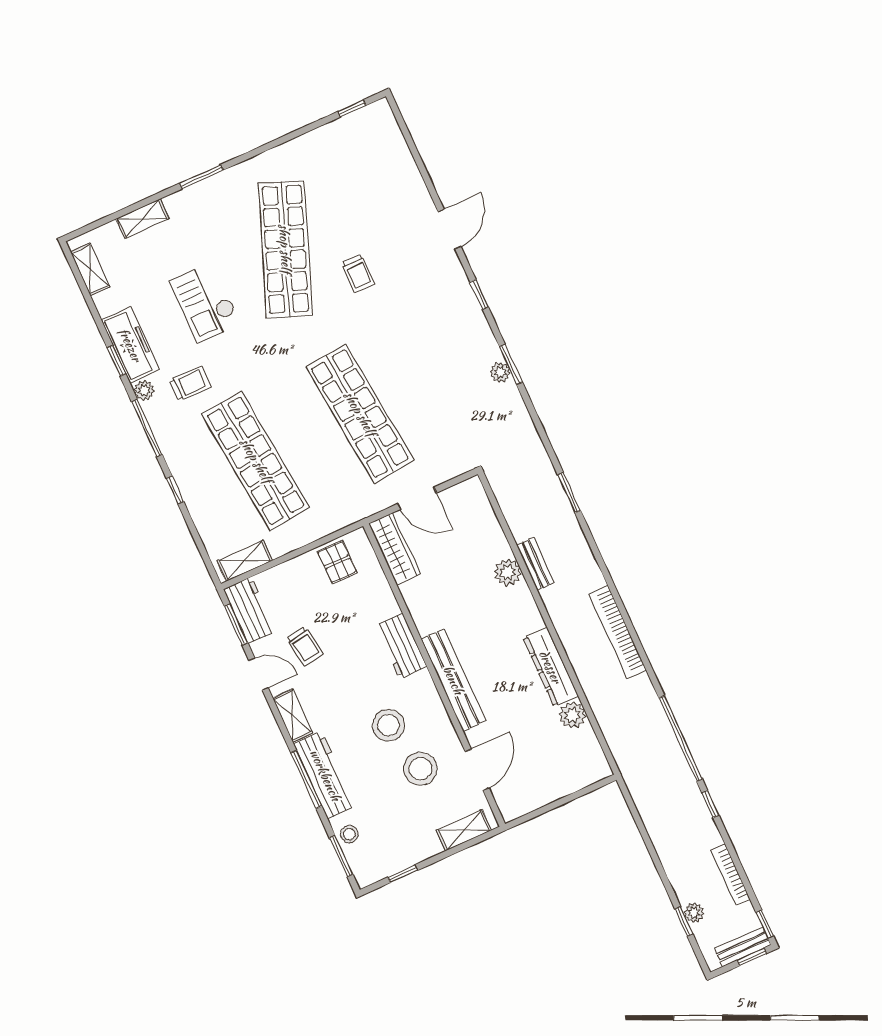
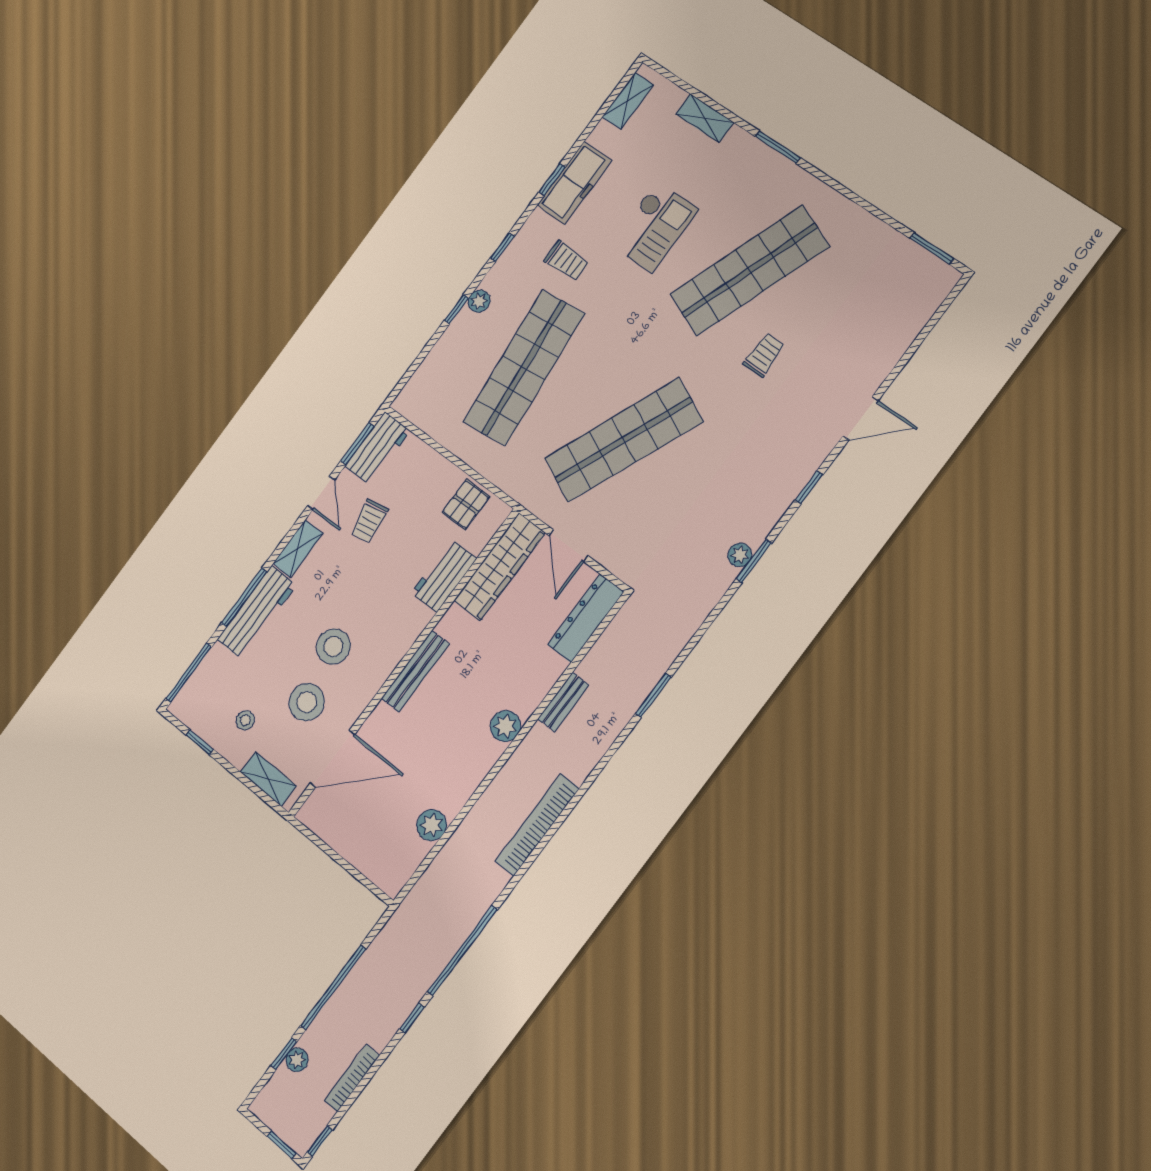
window: (352, 108) -> (932, 248), width x1.50
trolley: (358, 273) -> (764, 355), turned 180
checkout: (205, 302) -> (654, 227), turned 180
plant: (144, 390) -> (479, 301), moved
shop shelf: (360, 414) -> (623, 440), turned 30
window: (147, 428) -> (502, 247), width x0.46
wardrobe: (395, 549) -> (499, 567), width x1.40, depth x1.17
shelving: (245, 561) -> (422, 415), removed
plant: (508, 572) -> (505, 726), moved
workbench: (401, 646) -> (444, 576), moved
dresser: (550, 667) -> (586, 618), moved
bench: (453, 680) -> (415, 671), width x0.73, depth x0.82
door: (477, 770) -> (332, 759), width x1.36
stool: (349, 834) -> (245, 720), moved
window: (341, 856) -> (189, 673), width x1.44
window: (654, 856) -> (333, 987), added
bench: (743, 947) -> (287, 1130), removed

